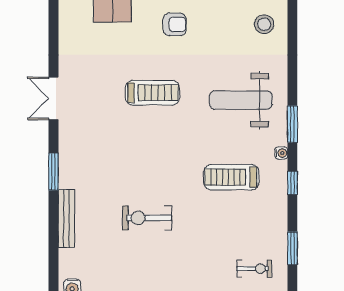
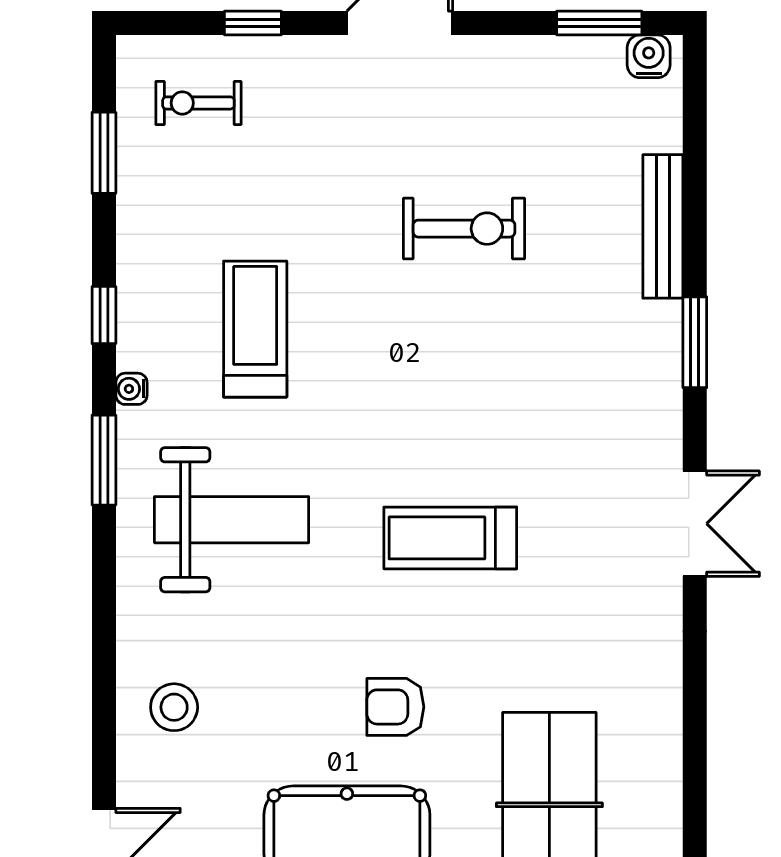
treadmill: (231, 177) -> (255, 329), turned -90

